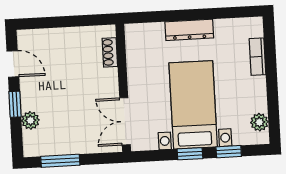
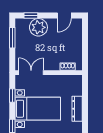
window: (15, 104) -> (31, 16), moved
plant: (30, 120) -> (38, 27), width x1.87, depth x1.87
window: (190, 154) -> (12, 95), moved

